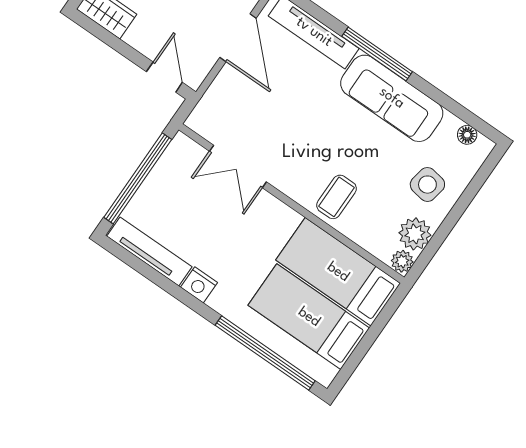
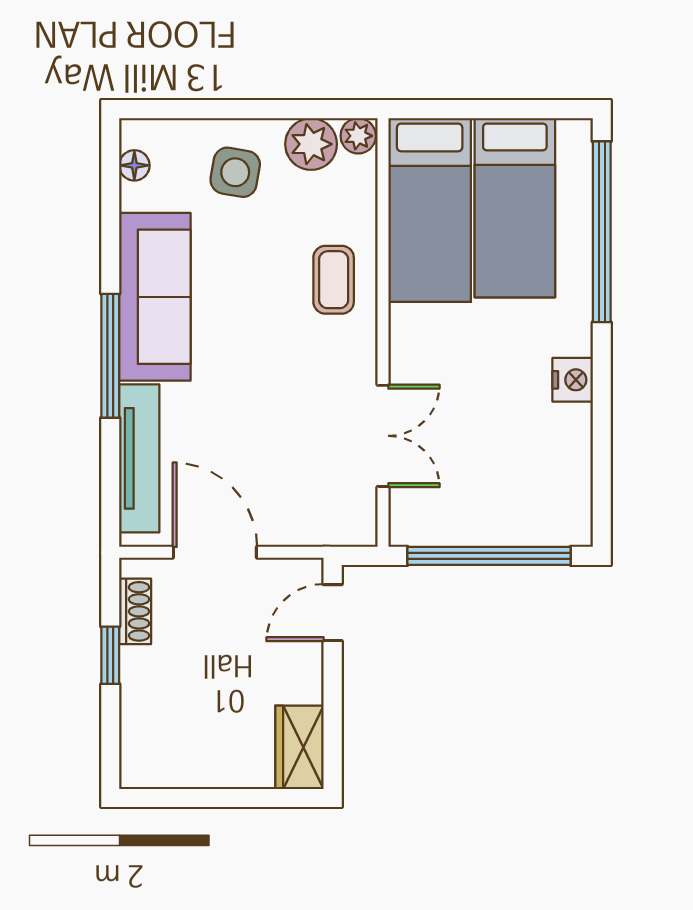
door: (238, 38) -> (215, 552), hinge flipped
coffee table: (337, 197) -> (334, 280), turned 90
tv unit: (149, 251) -> (574, 475), removed

